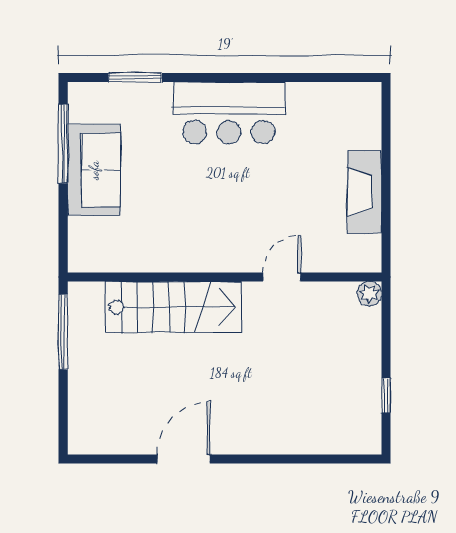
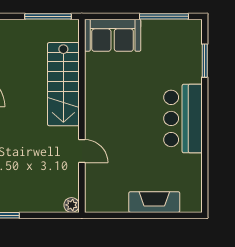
sofa: (94, 170) -> (113, 35), moved
fireplace: (365, 192) -> (154, 202), moved

